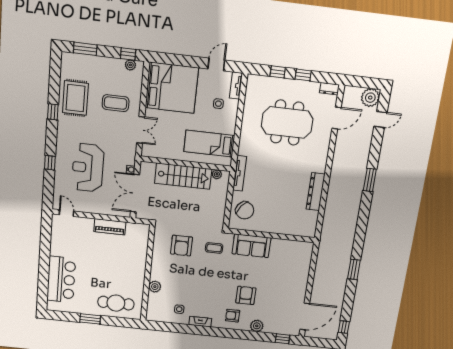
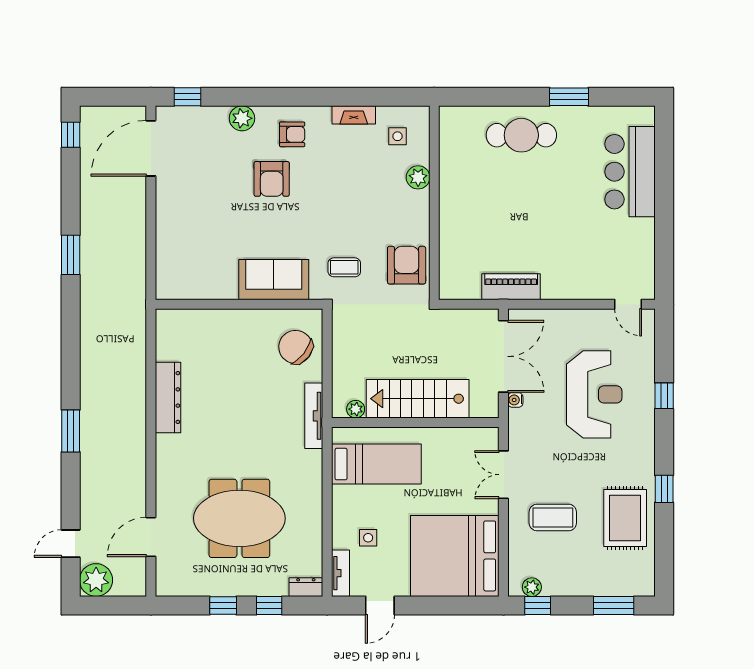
dresser: (329, 89) -> (306, 587), moved
piano: (110, 227) -> (511, 287), moved
wall: (148, 273) -> (434, 203), moved
plant: (155, 287) -> (418, 177), moved

